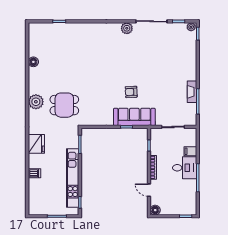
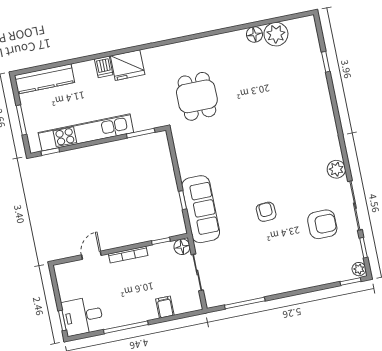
armchair: (159, 44) -> (322, 224), added
armchair: (131, 92) -> (266, 212), moved
fireplace: (192, 92) -> (258, 291), removed
plant: (36, 102) -> (276, 34), moved
desk: (185, 168) -> (83, 316), moved, turned 90
dishwasher: (34, 173) -> (104, 67), moved
kitchen counter: (34, 197) -> (44, 79), added
floor lamp: (155, 210) -> (182, 247), moved

